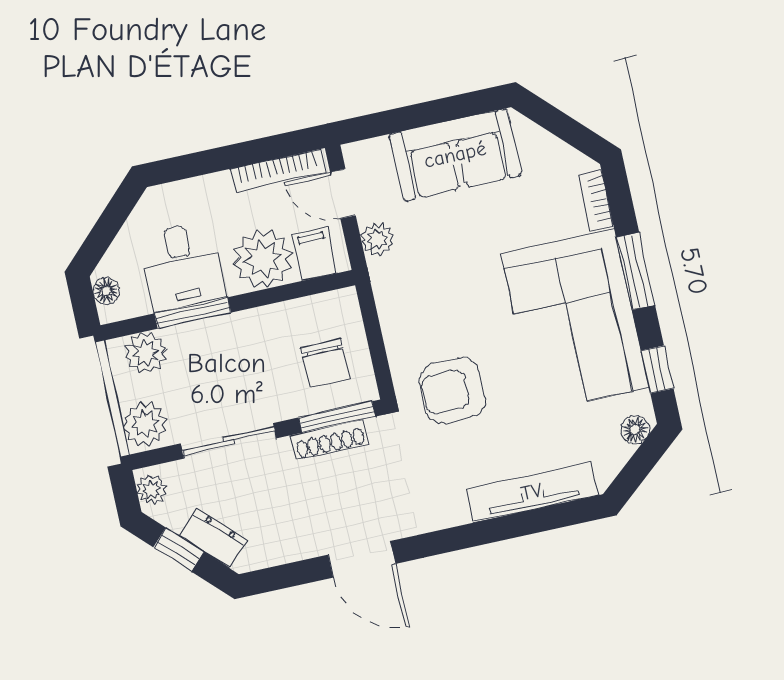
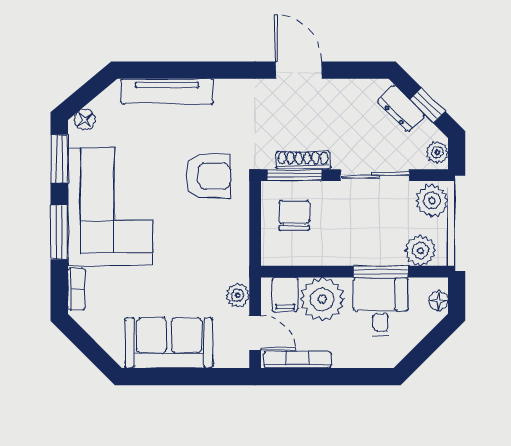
window: (657, 370) -> (59, 159), width x1.50

